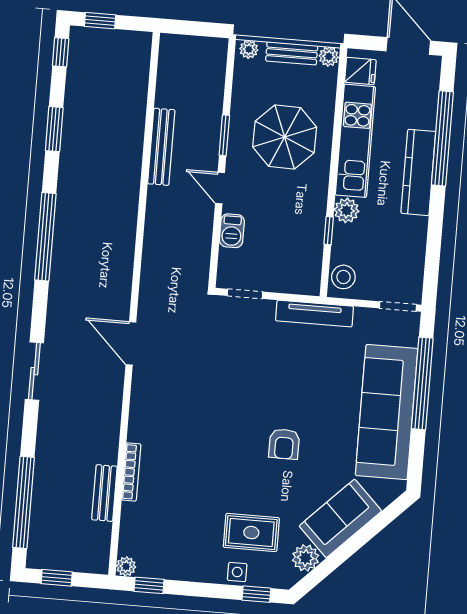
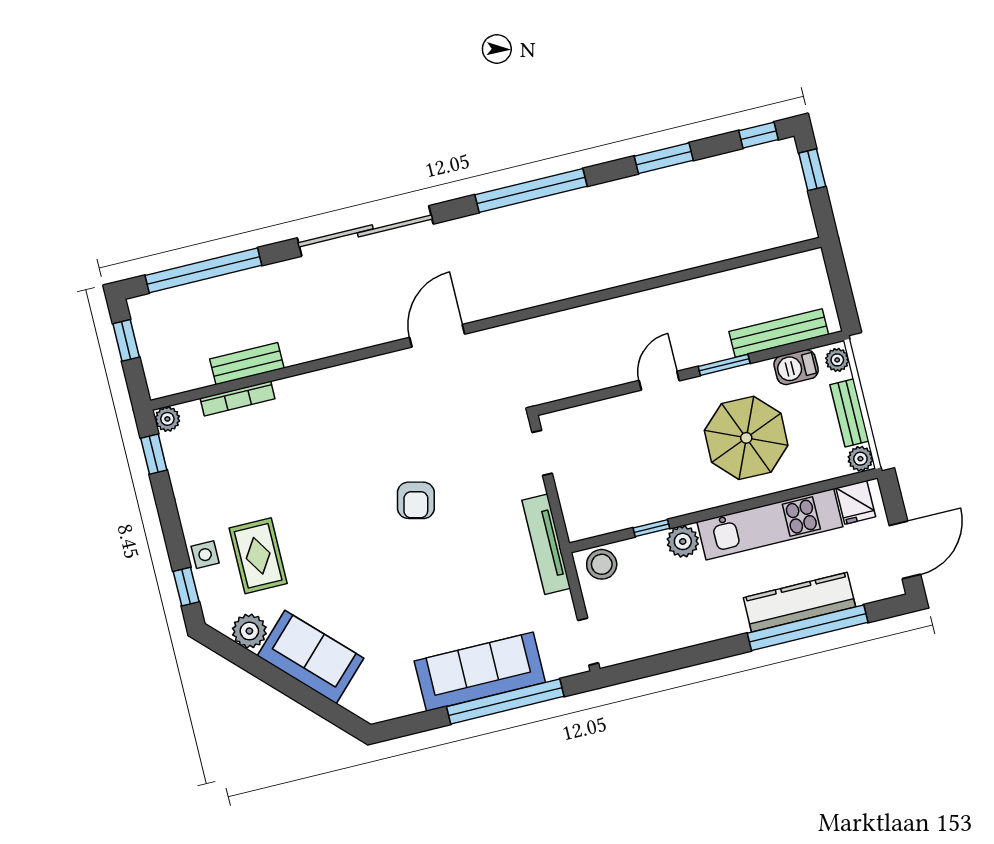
bench: (161, 147) -> (779, 333), moved
kitchen counter: (418, 172) -> (799, 602), moved
barbecue: (232, 231) -> (796, 367), moved
sliding door: (34, 371) -> (365, 231), width x1.86
sofa: (387, 412) -> (480, 672), width x0.74, depth x0.79
armchair: (284, 444) -> (416, 500), moved, turned -76
bookcase: (131, 472) -> (238, 399), moved

